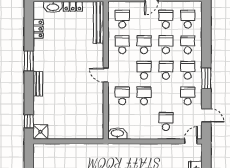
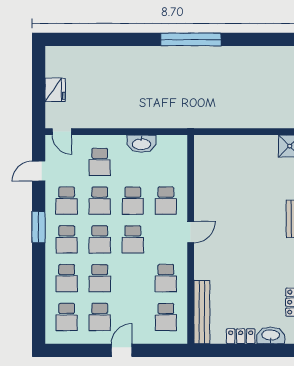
school desk: (144, 45) -> (100, 201), moved
door: (106, 75) -> (191, 232), hinge flipped
door: (206, 115) -> (39, 171), hinge flipped
washbasin: (117, 133) -> (141, 144), moved
door: (191, 141) -> (62, 132), hinge flipped

